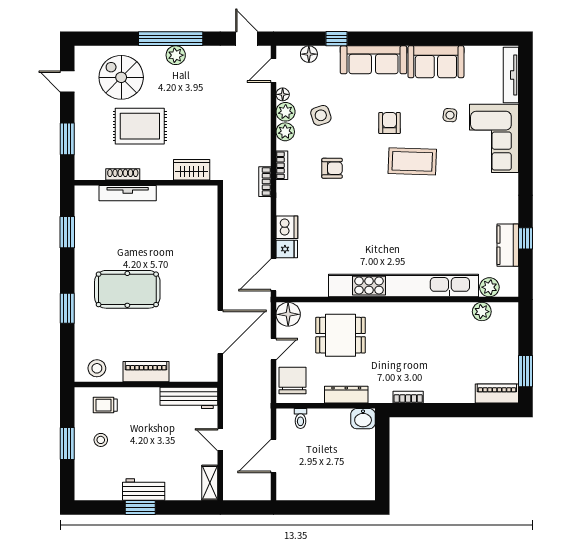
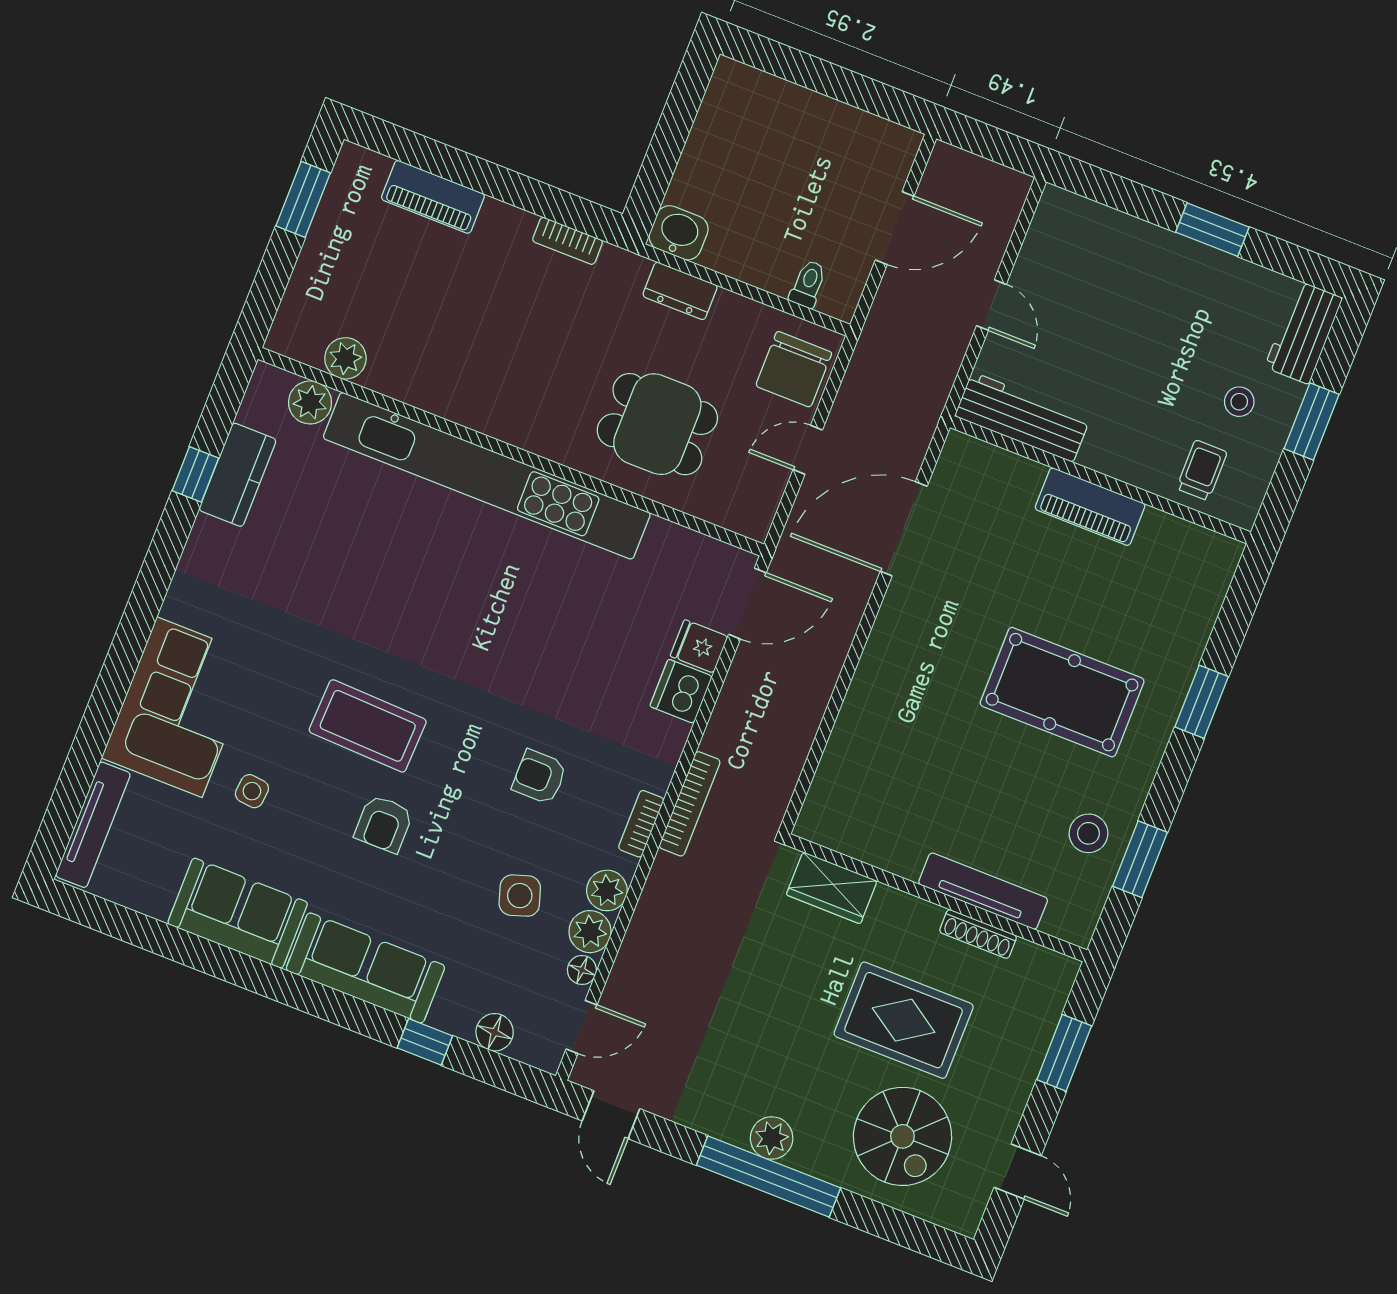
bookcase: (265, 182) -> (690, 804), width x1.56
floor lamp: (288, 314) -> (749, 510), removed
stool: (97, 368) -> (1088, 833), moved
piano: (497, 393) -> (433, 197), moved
dresser: (346, 395) -> (680, 291), width x0.70
trolley: (105, 405) -> (1202, 470), turned -90
shelving: (210, 483) -> (1048, 224), removed
workbench: (144, 490) -> (1304, 333), moved, turned 90

